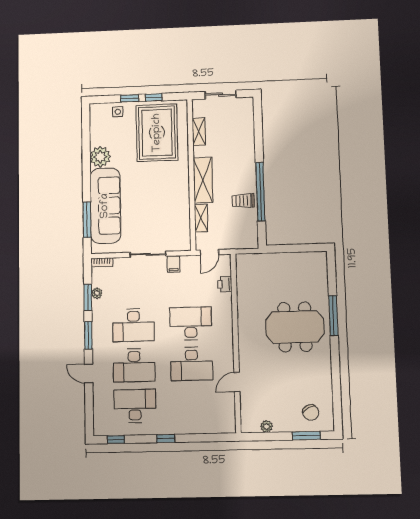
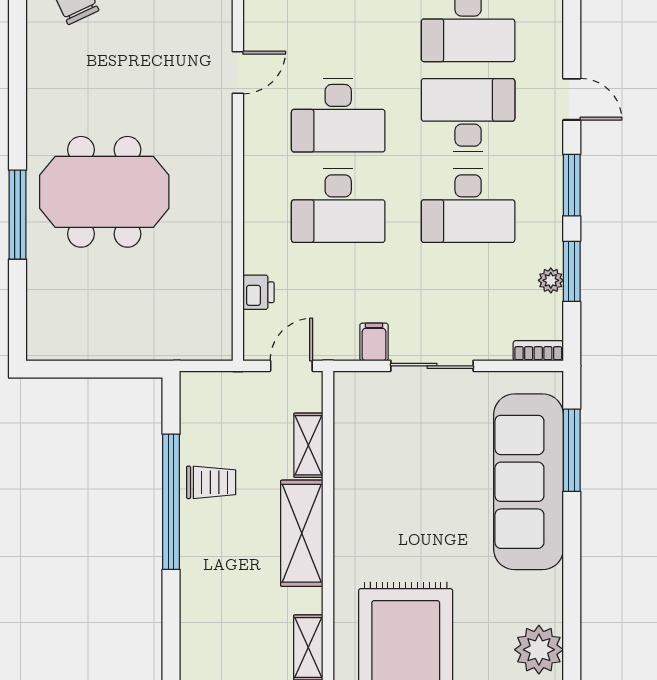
plant: (100, 157) -> (539, 650), moved
desk: (133, 325) -> (468, 206), turned 180
desk: (192, 364) -> (338, 115), turned 180

